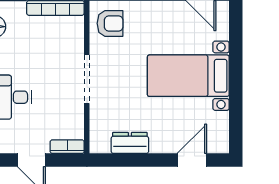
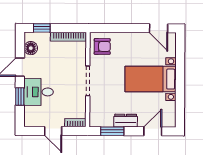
dresser: (130, 143) -> (126, 121), moved
window: (127, 160) -> (112, 131), added

